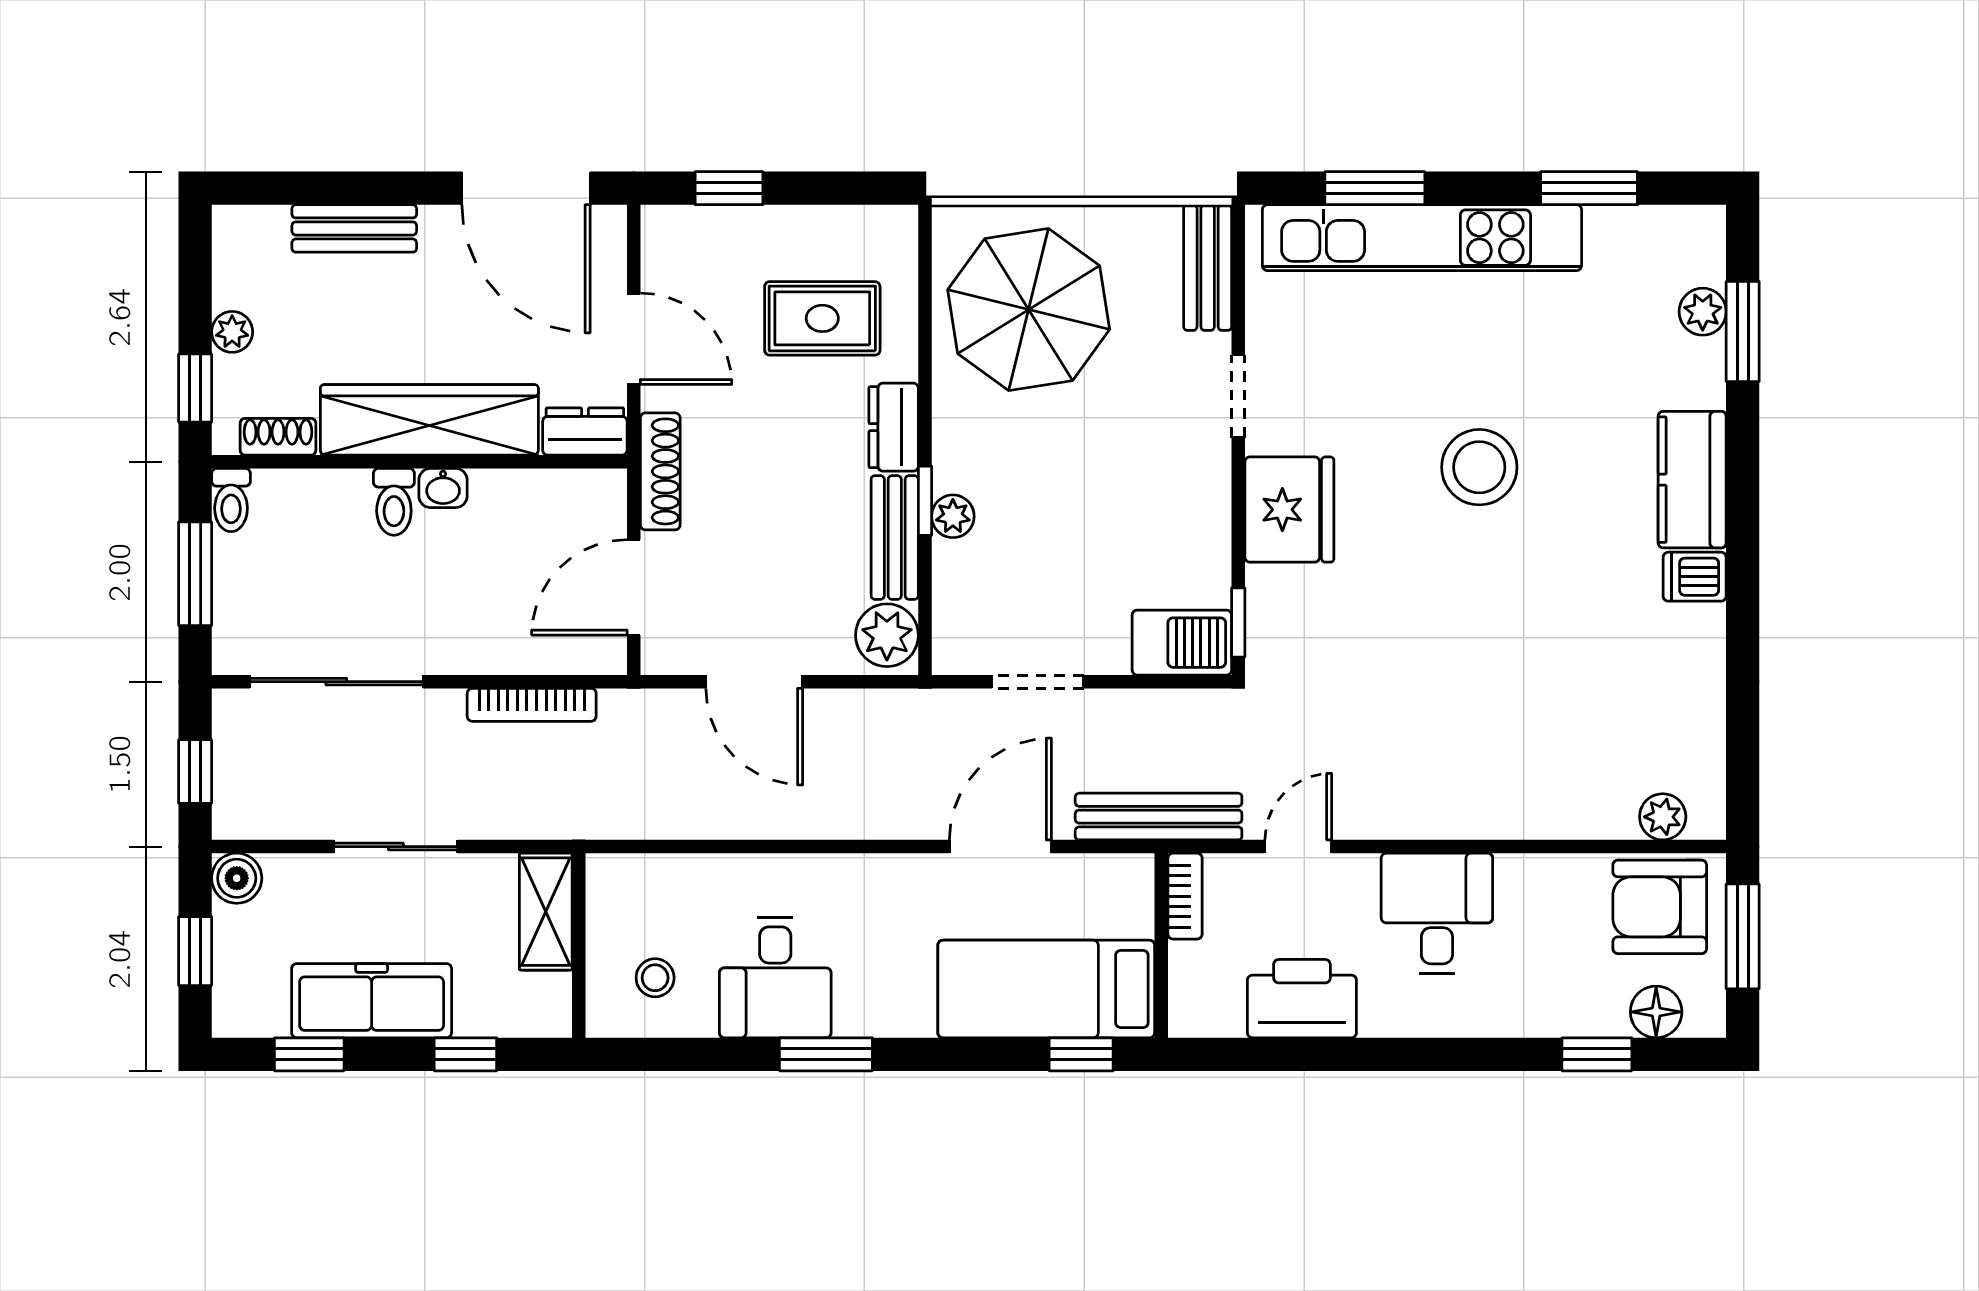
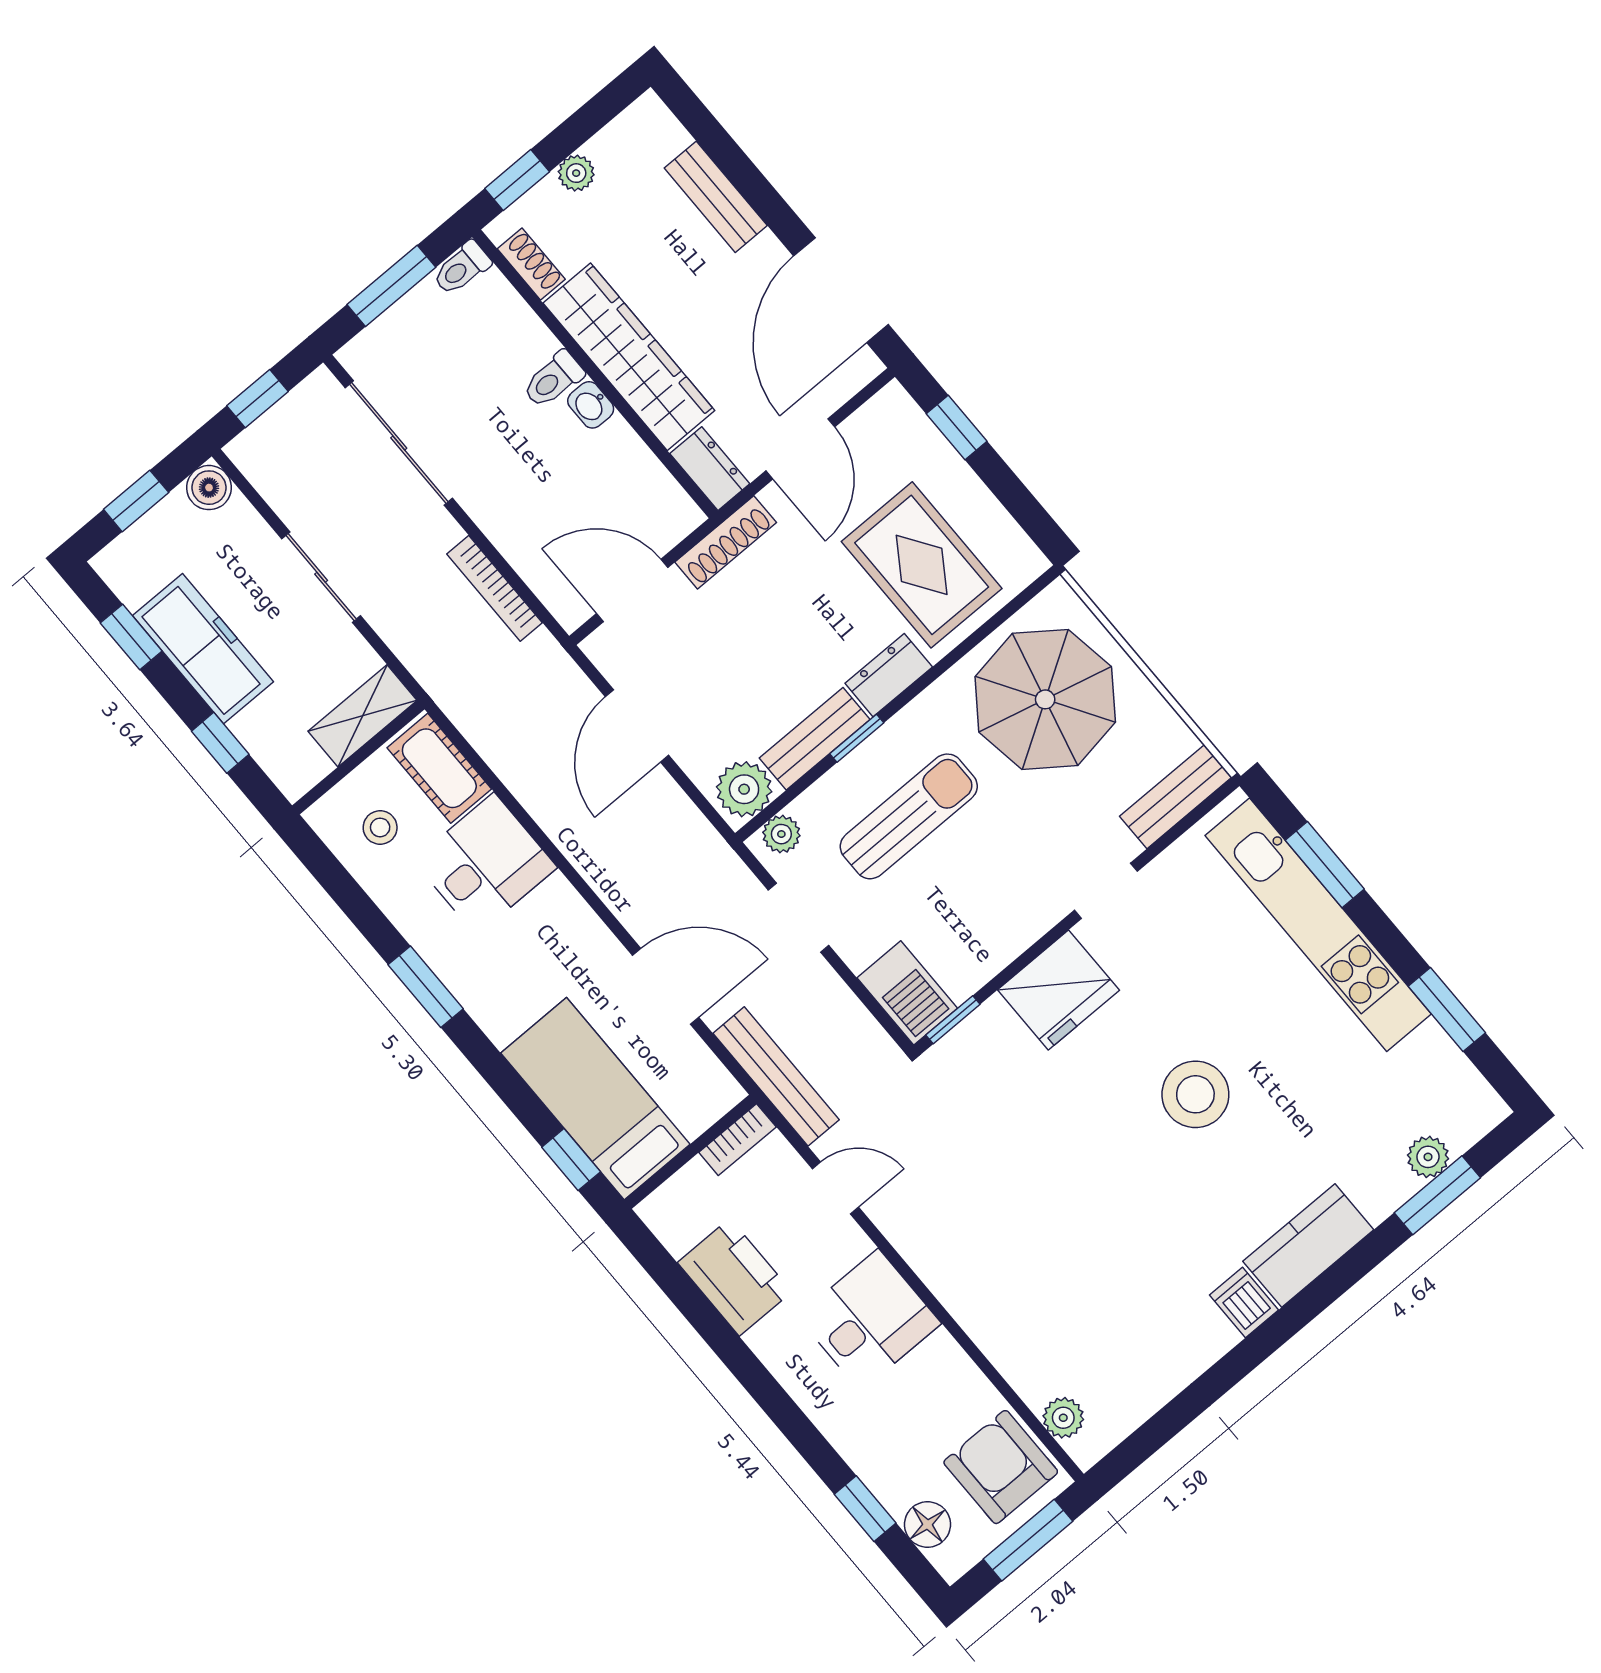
rug: (822, 318) -> (922, 565), width x1.36, depth x1.43
sun lounger: (1030, 513) -> (909, 816), added
plant: (953, 516) -> (781, 834), moved
cot: (647, 883) -> (439, 768), added
desk: (775, 977) -> (485, 864), moved, turned 180

